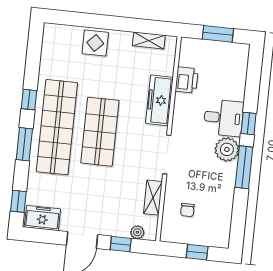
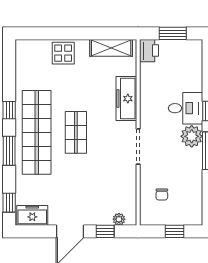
shelving: (149, 40) -> (111, 48), width x1.50, depth x1.33
printer: (187, 80) -> (149, 51), moved
shop shelf: (100, 132) -> (76, 132), width x0.70, depth x0.74
shelving: (153, 198) -> (130, 187), removed

